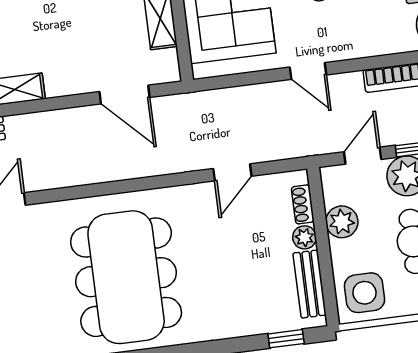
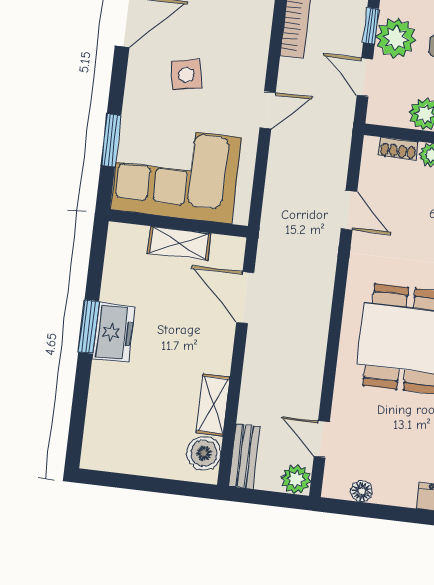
door: (124, 95) -> (245, 297), swing flipped

